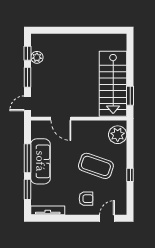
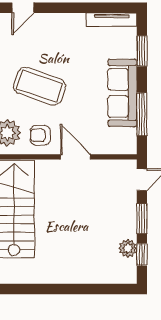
door: (61, 119) -> (76, 157), moved
window: (27, 158) -> (142, 114), moved
armchair: (86, 199) -> (40, 135), moved

